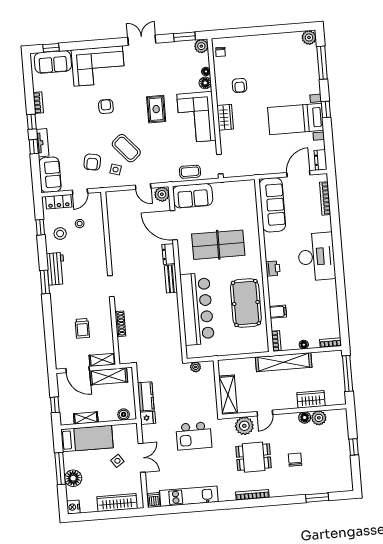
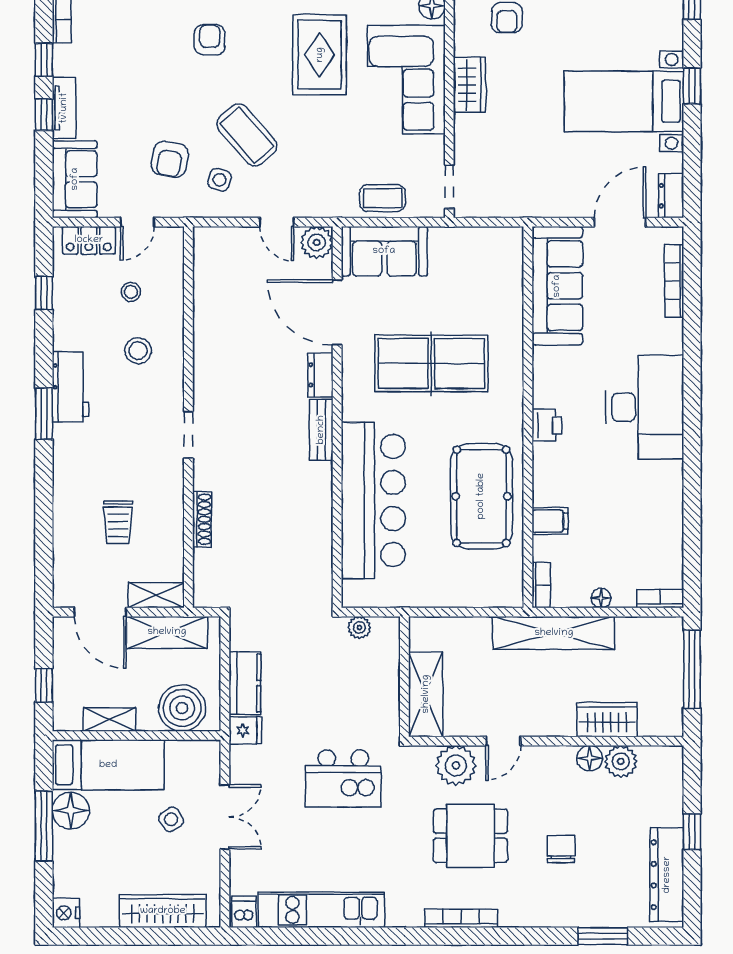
rug: (156, 109) -> (320, 55), width x1.36, depth x1.43
stool: (60, 234) -> (138, 351), moved
boiler: (124, 414) -> (182, 708), width x1.86, depth x1.86
dresser: (344, 467) -> (667, 875), added
floor lamp: (73, 478) -> (71, 811), moved

